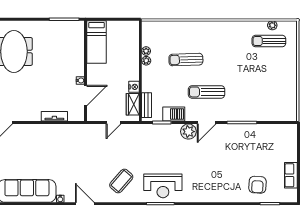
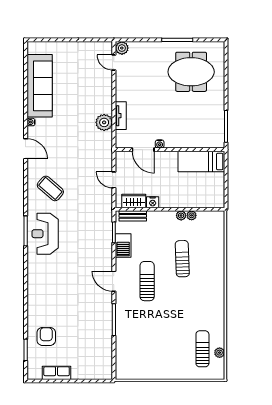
plant: (188, 132) -> (104, 122), moved
armchair: (257, 185) -> (46, 336), turned 87
door: (85, 204) -> (26, 149), hinge flipped

